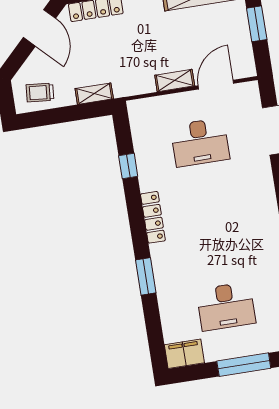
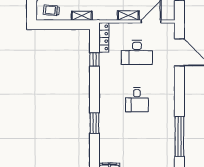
locker: (153, 217) -> (104, 37), moved
desk: (226, 306) -> (137, 100), moved, width x0.73

